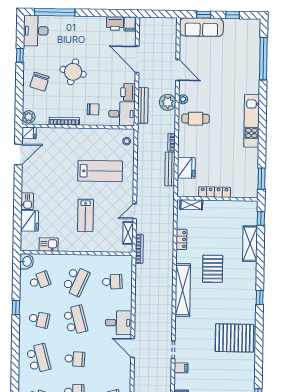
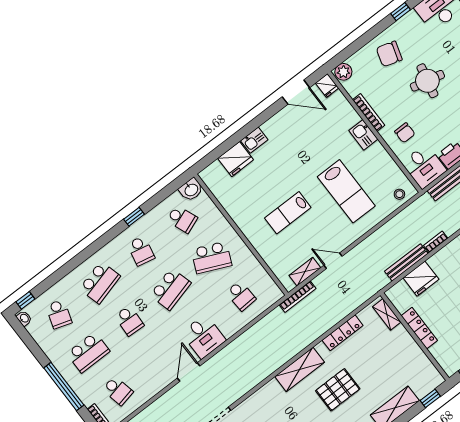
locker: (181, 239) -> (343, 333), width x1.53
kitchen sink: (49, 244) -> (363, 135), moved, turned 180
shelving: (183, 290) -> (300, 369), width x0.68

